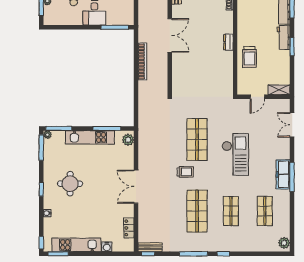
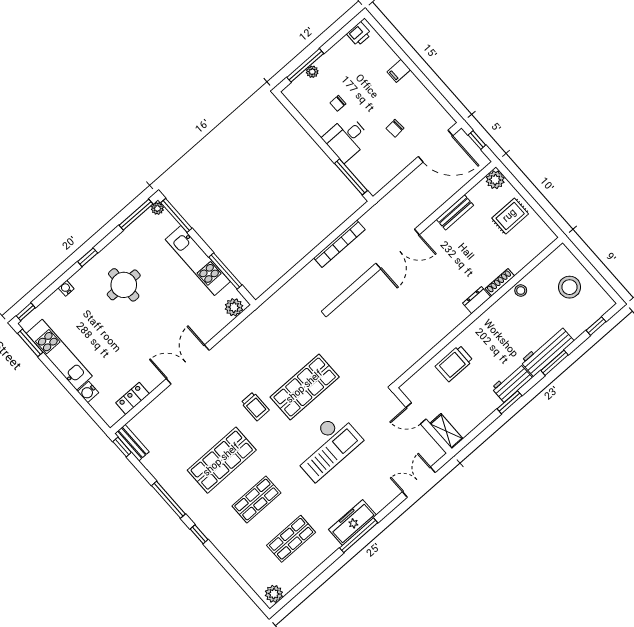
dresser: (228, 42) -> (477, 300), moved

